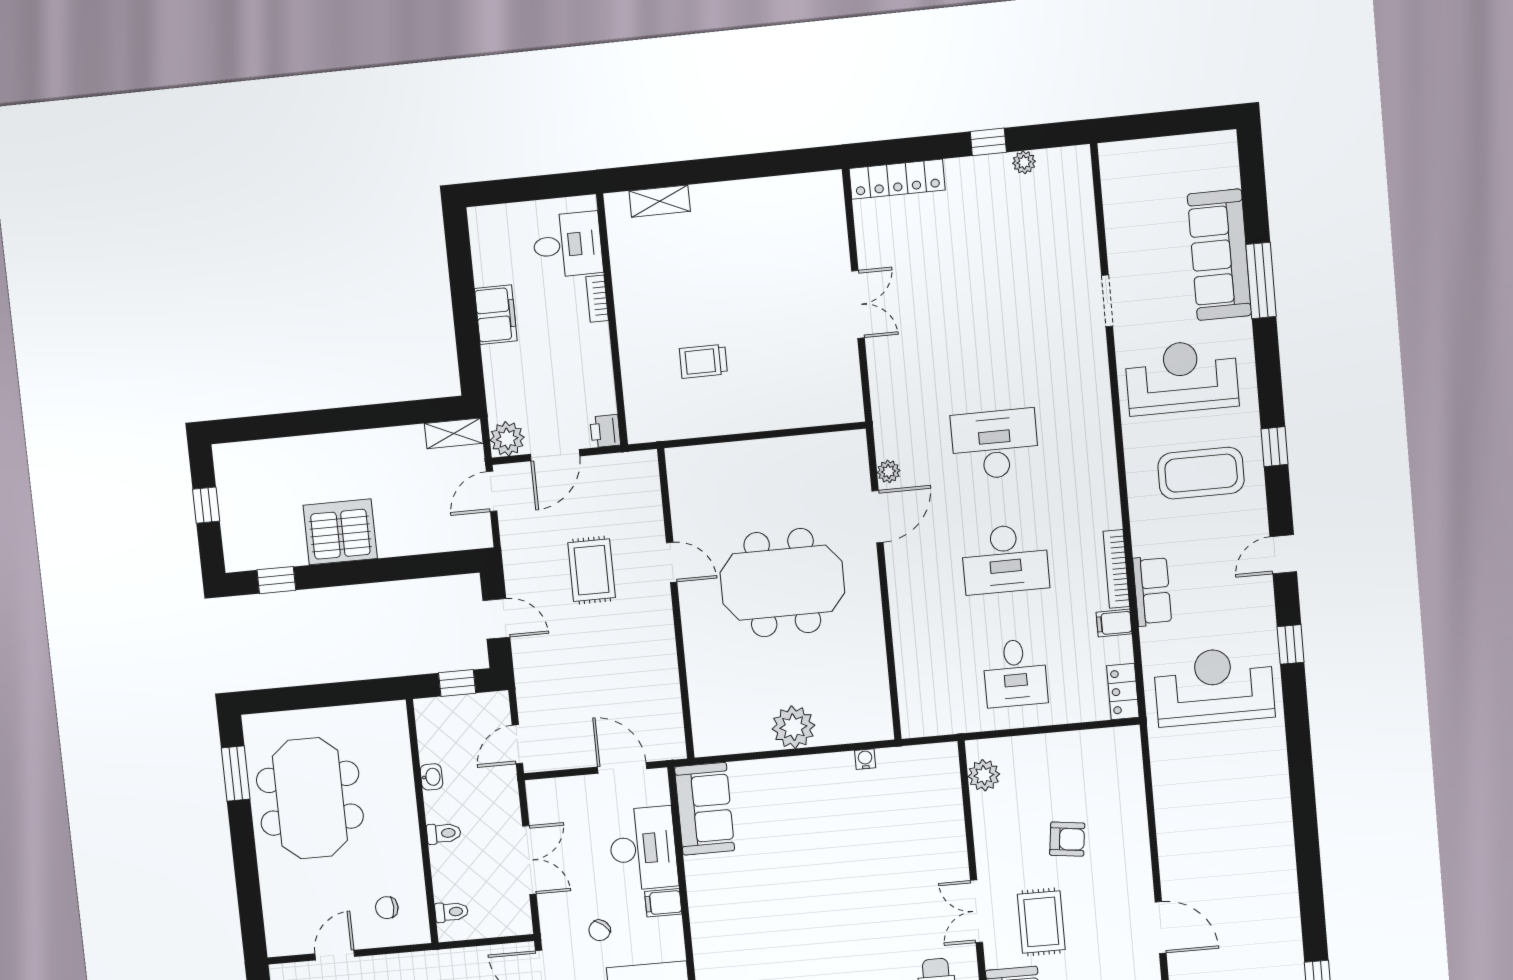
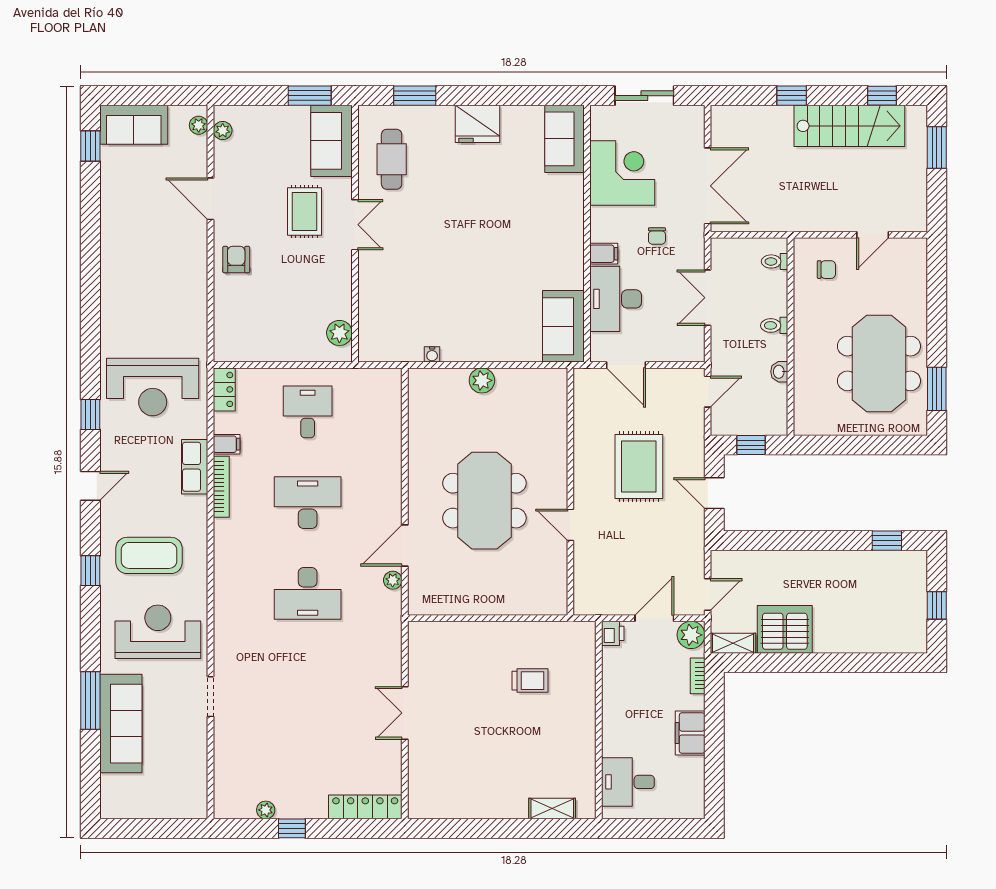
bookcase: (597, 299) -> (698, 676), moved, turned 180
reception desk: (1182, 377) -> (158, 632), turned 180
server rack: (340, 532) -> (785, 629), moved, turned 180
rug: (592, 570) -> (639, 466), moved, width x1.36, depth x1.43
meeting table: (782, 583) -> (484, 501), turned 90
plant: (793, 727) -> (482, 380), width x0.73, depth x0.73
armchair: (1067, 839) -> (236, 260), moved, turned 83
chair: (600, 930) -> (657, 236), turned 141

